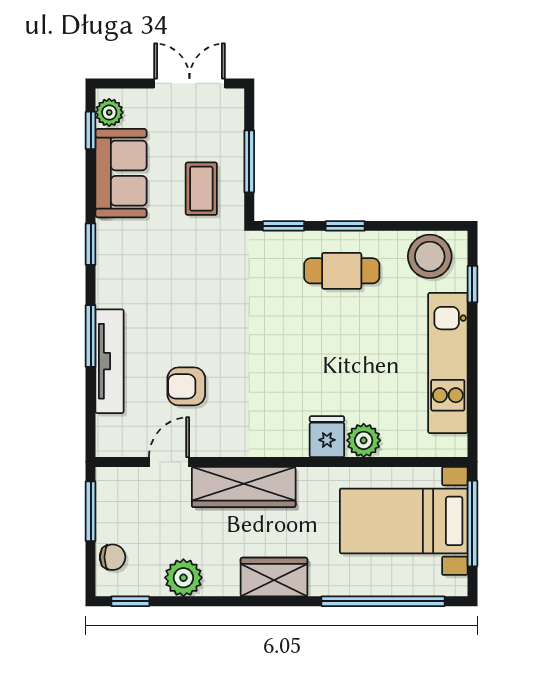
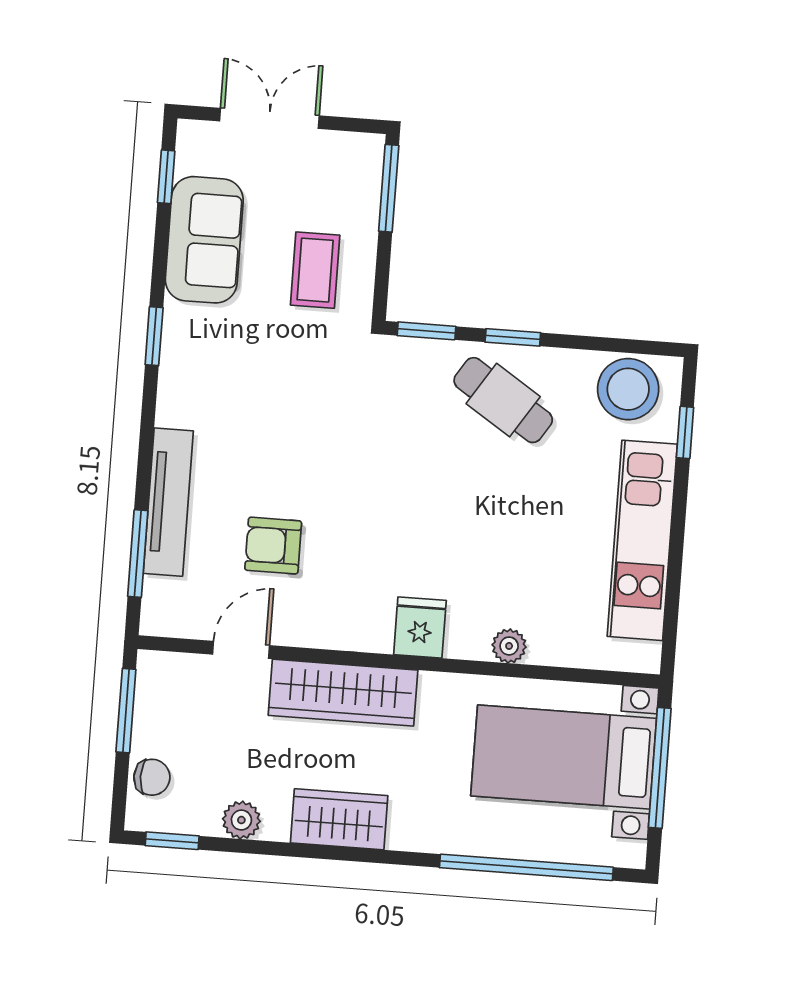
double door: (189, 83) -> (269, 118), moved
plant: (109, 112) -> (194, 154), removed
window: (249, 161) -> (389, 188), moved
cafe table: (342, 271) -> (503, 400), turned 33
window: (91, 336) -> (138, 554), moved
fridge: (327, 437) -> (420, 627), moved
plant: (364, 440) -> (509, 646), width x0.73, depth x0.73
wardrobe: (274, 577) -> (339, 819), moved
plant: (183, 578) -> (241, 820), width x0.73, depth x0.73

